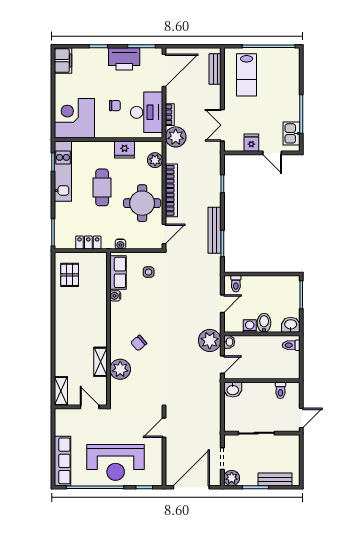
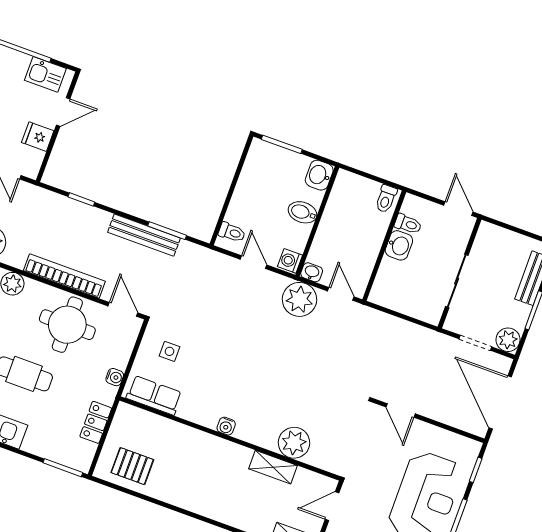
water cooler: (115, 296) -> (226, 426), moved
washing machine: (250, 326) -> (290, 261), moved
chair: (139, 343) -> (266, 403), removed
toilet: (291, 345) -> (386, 199), moved
washbasin: (233, 390) -> (399, 245), moved

